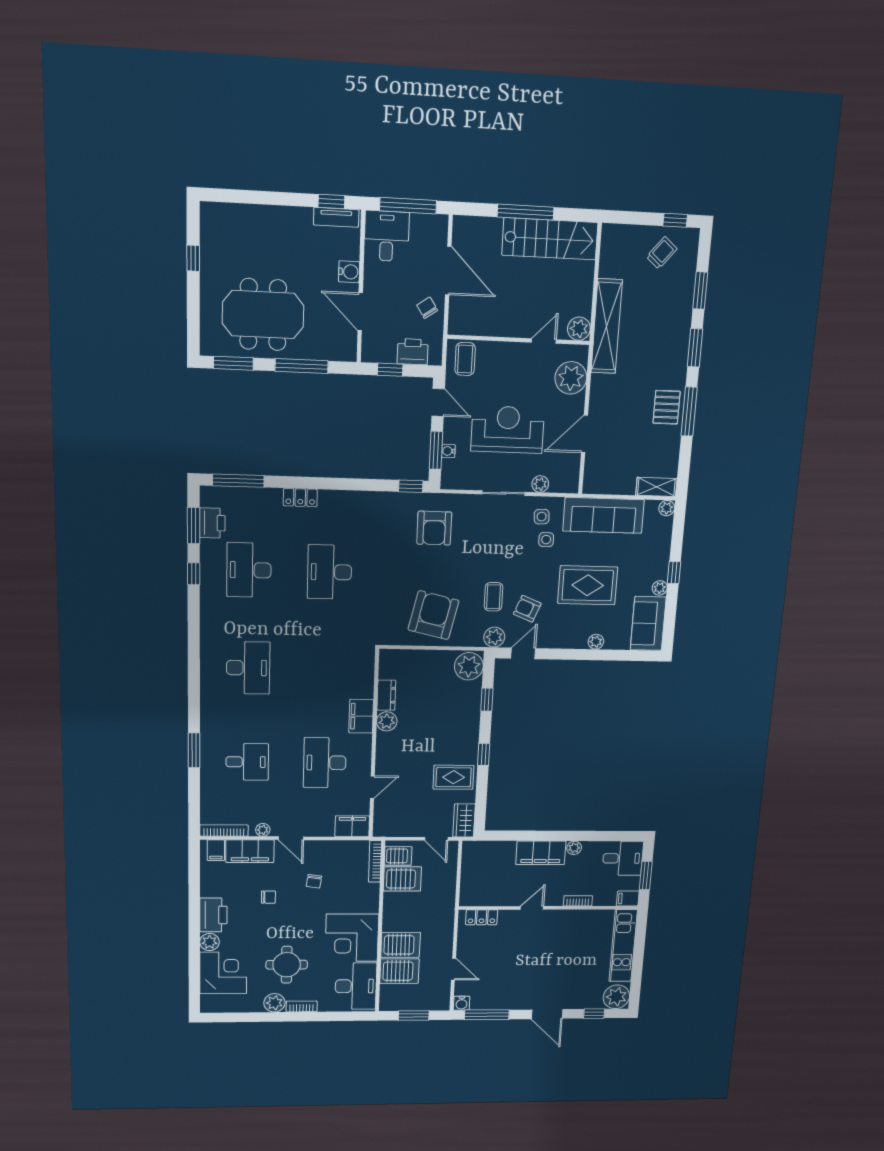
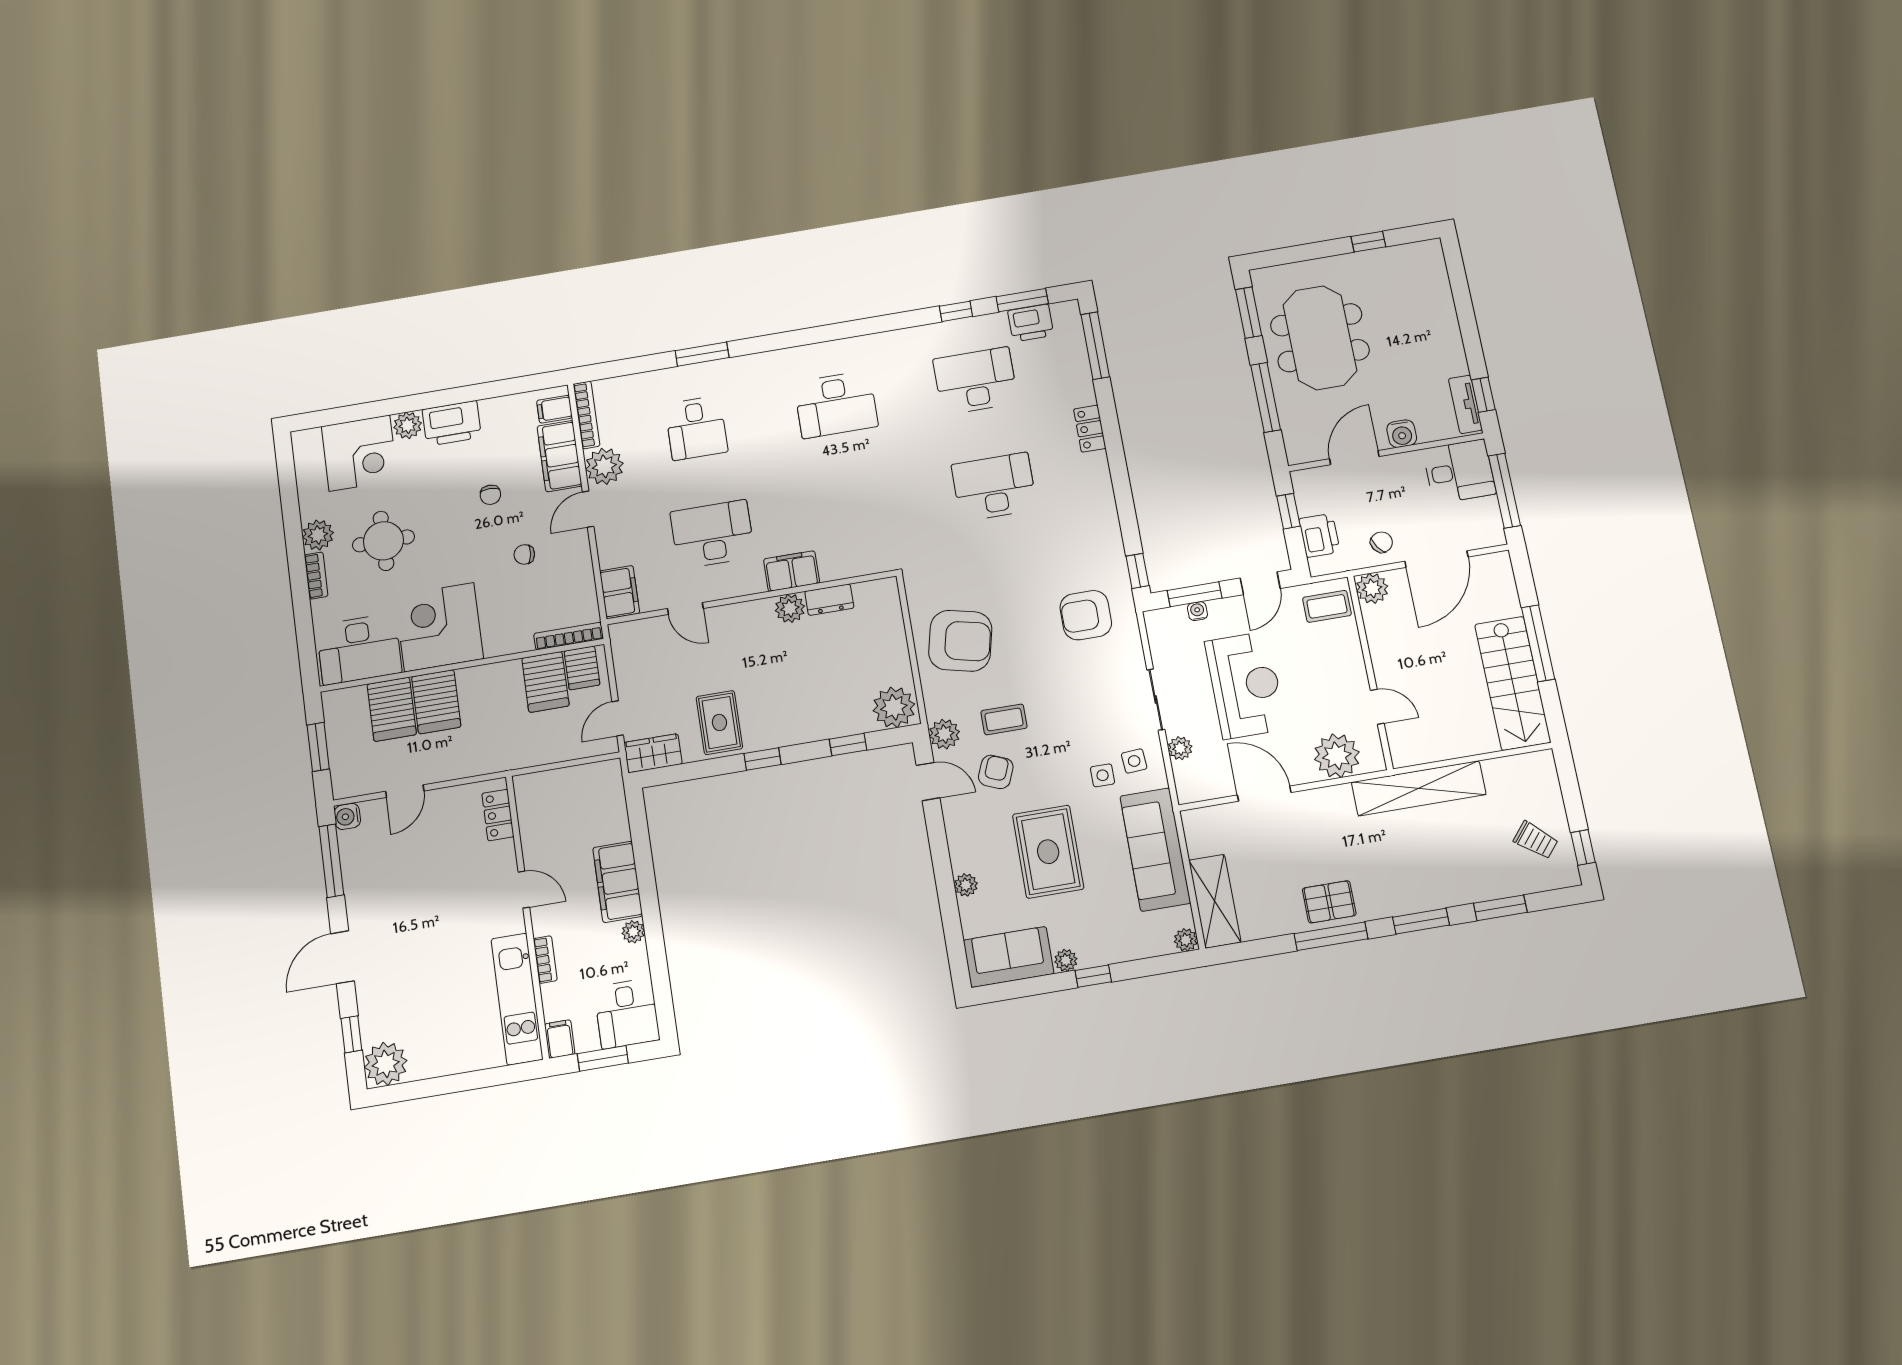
plant: (579, 329) -> (1372, 588), moved
shelving: (656, 487) -> (1215, 901), width x1.50, depth x1.33
plant: (263, 830) -> (604, 466), width x1.87, depth x1.87
kitchen unit: (623, 946) -> (517, 999), moved, turned -90

